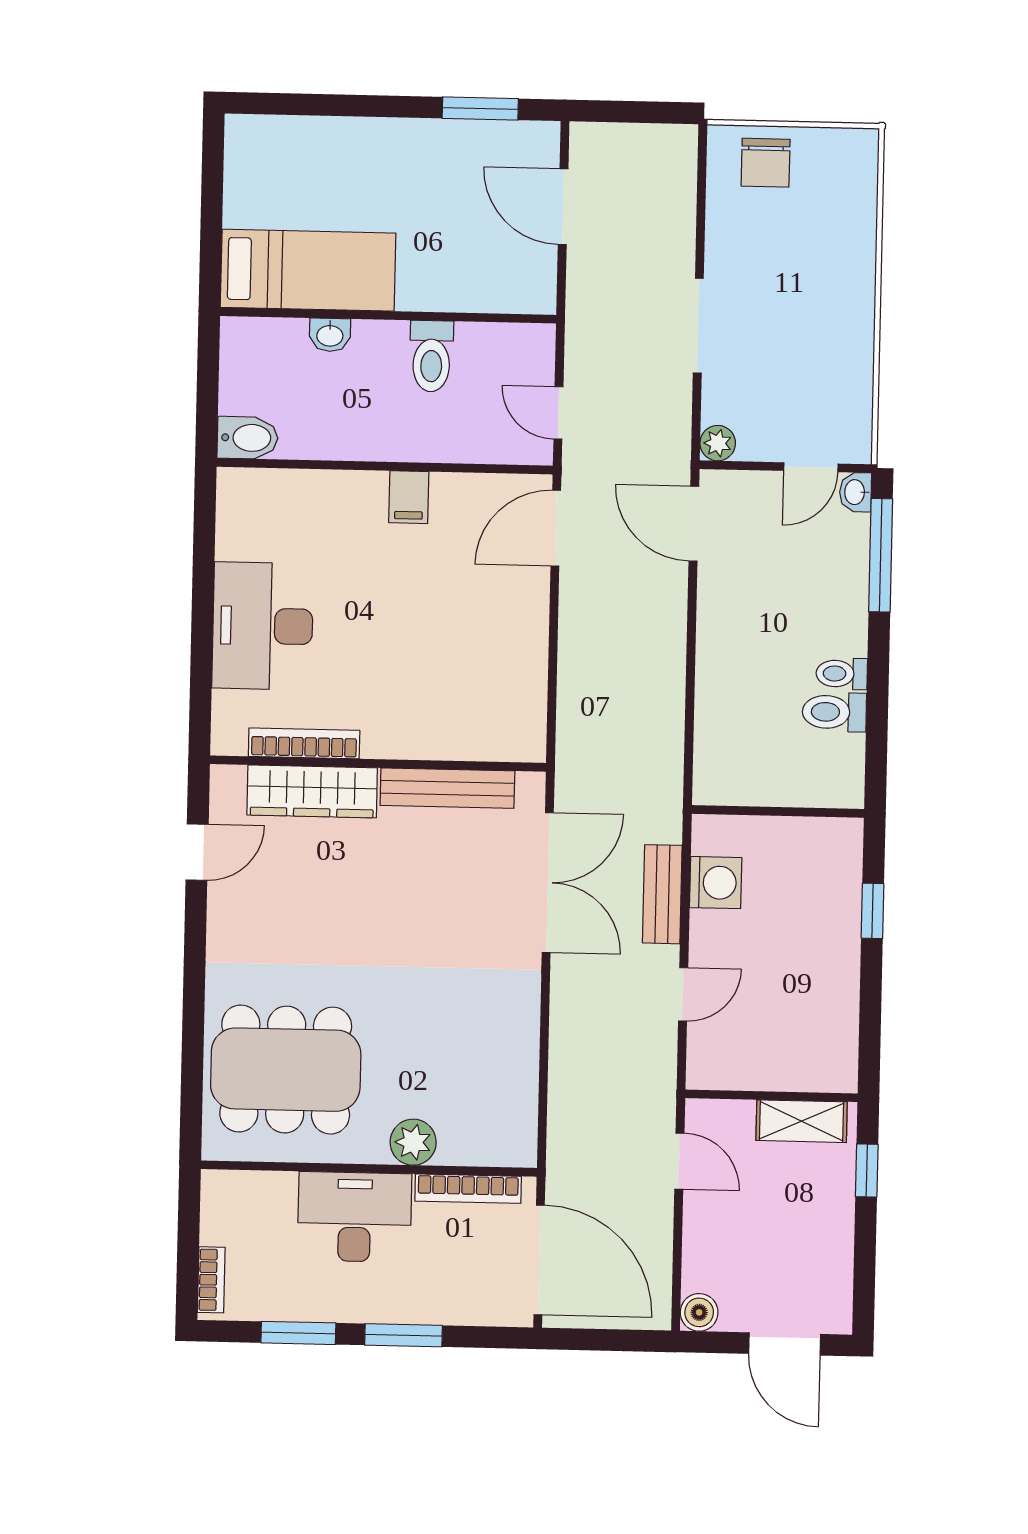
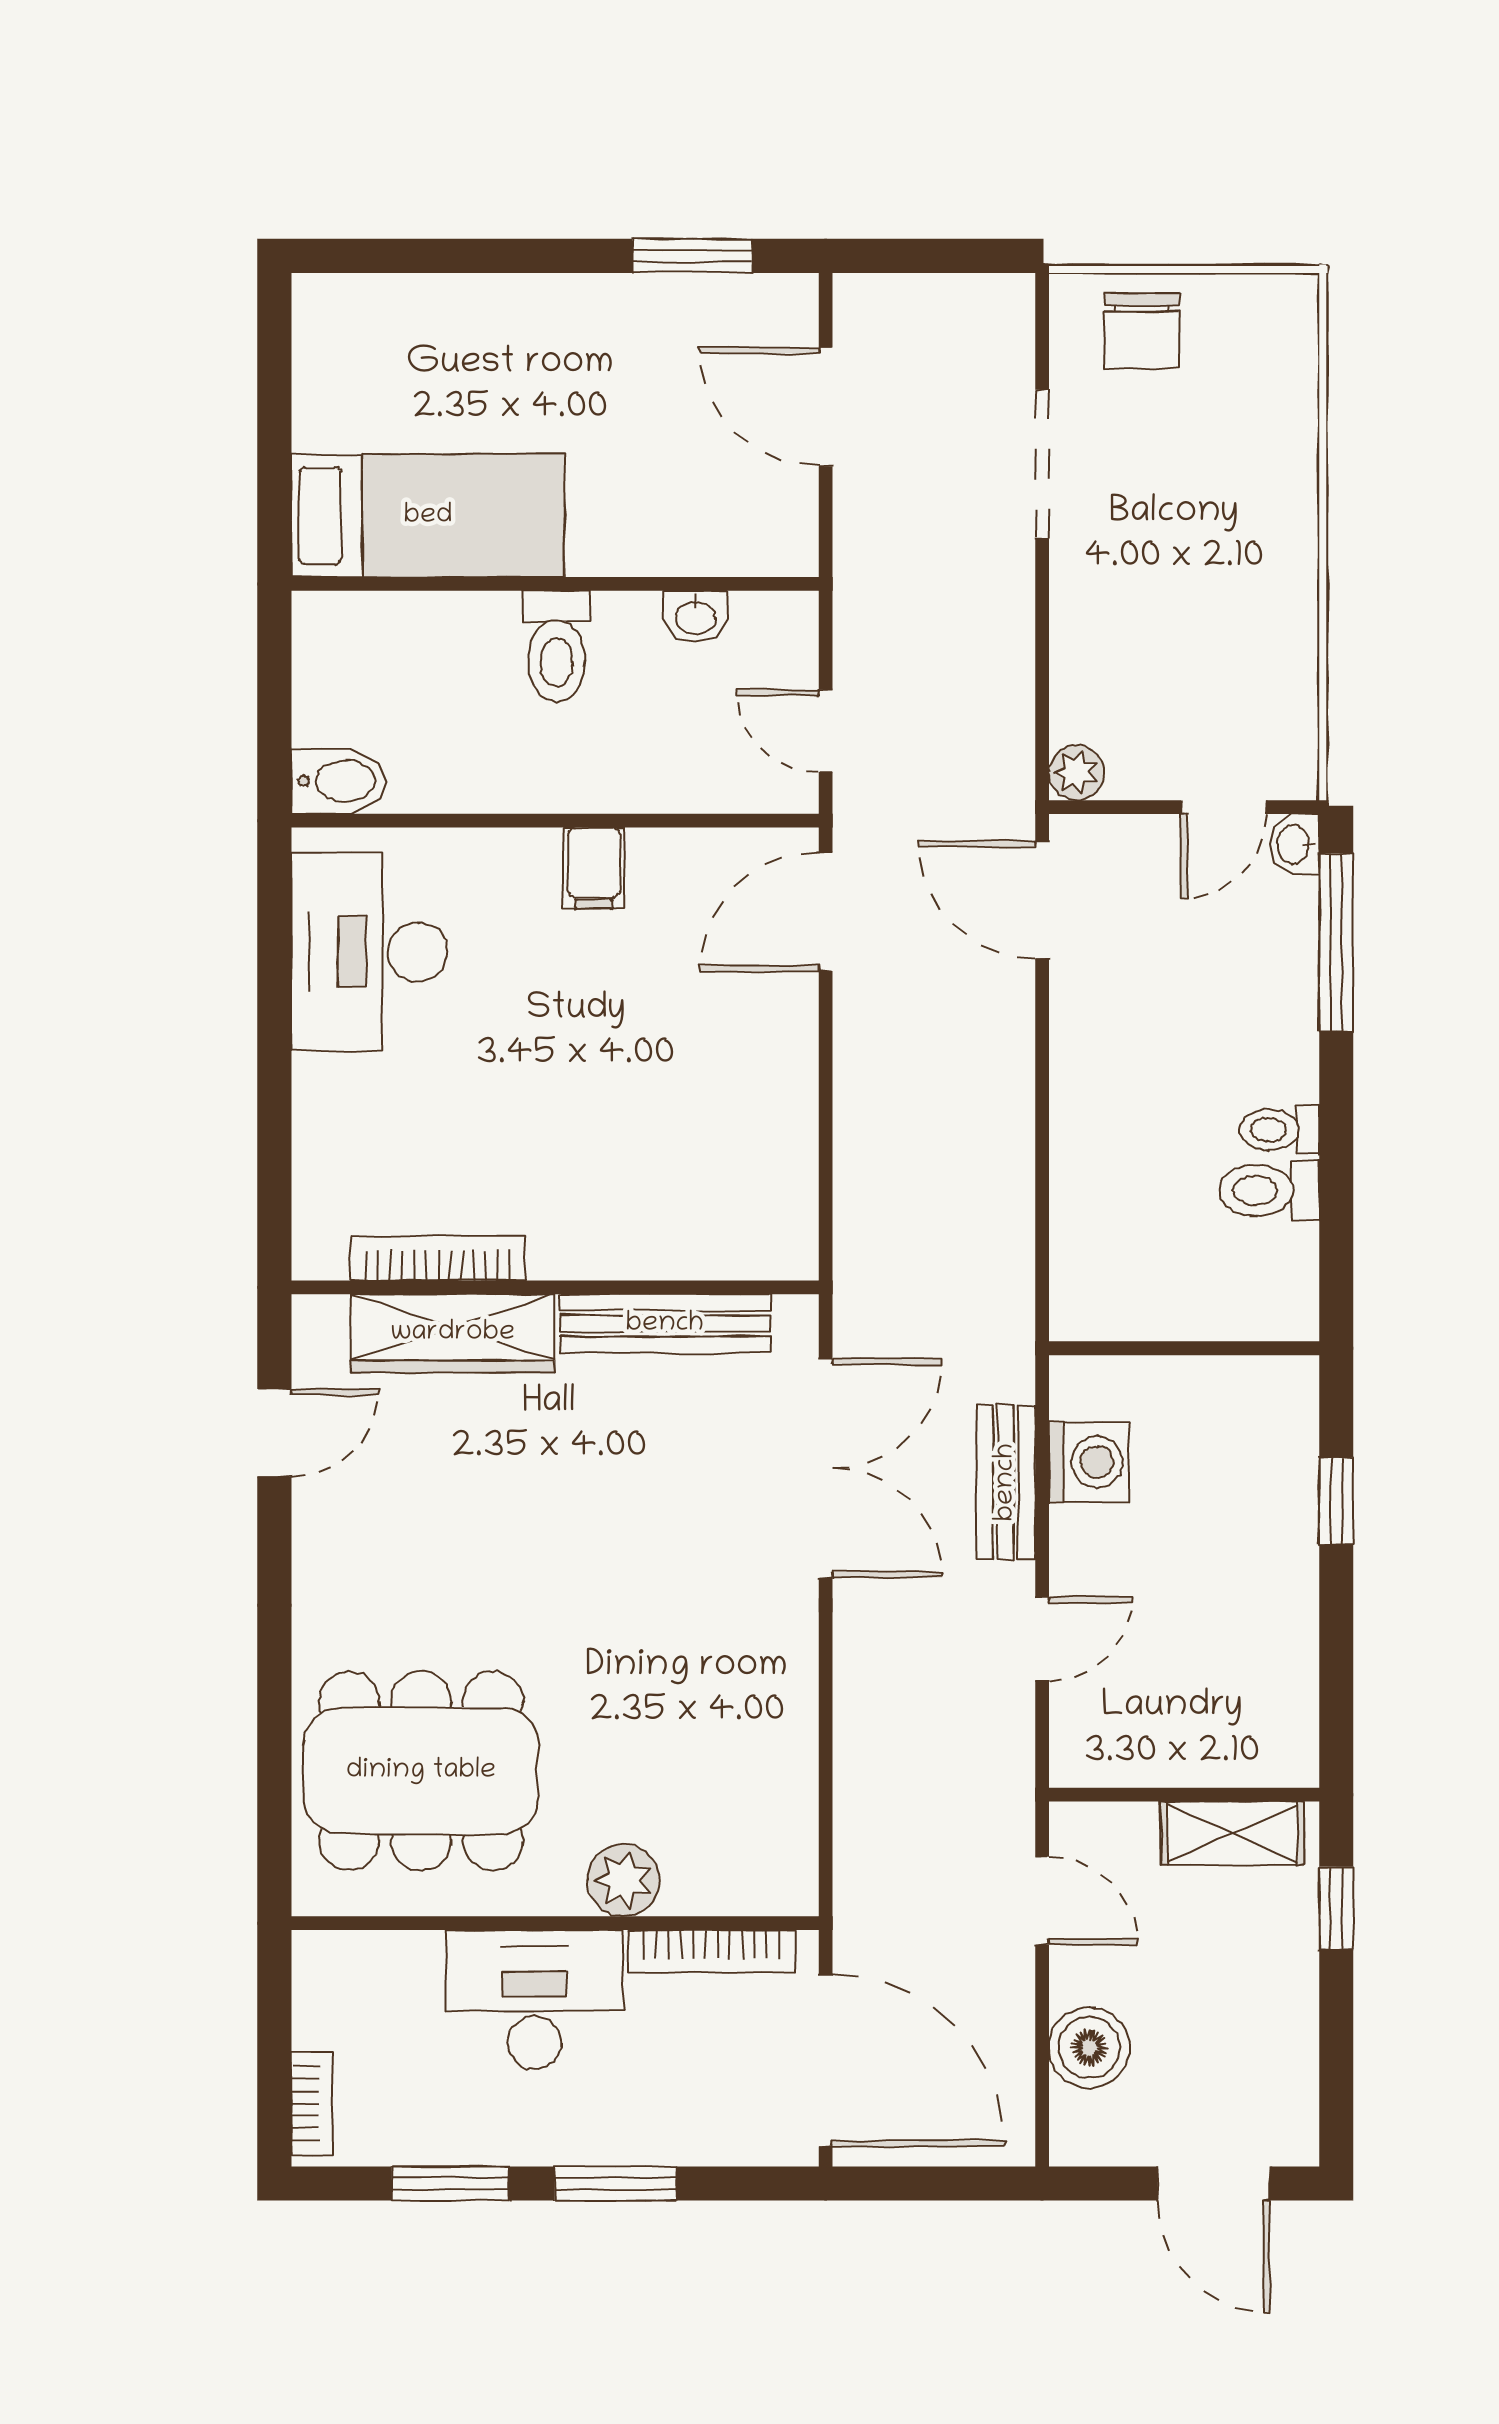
doorway: (698, 326) -> (1042, 464), moved
washbasin: (330, 335) -> (696, 617), moved
toilet: (431, 356) -> (556, 646), moved
desk: (263, 626) -> (369, 952), moved
boiler: (699, 1312) -> (1089, 2048), moved, width x1.36, depth x1.36

